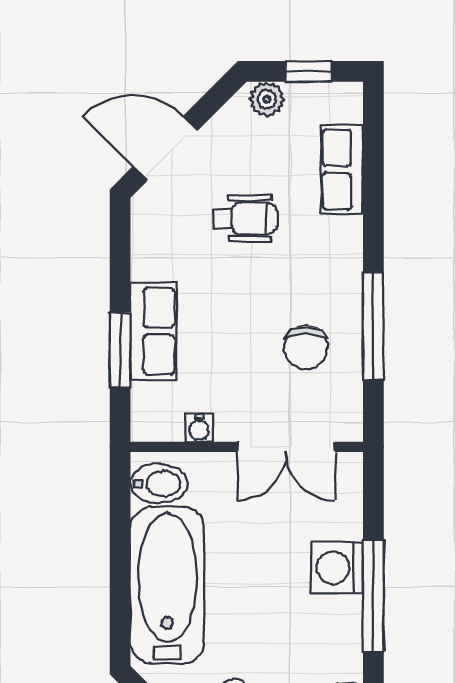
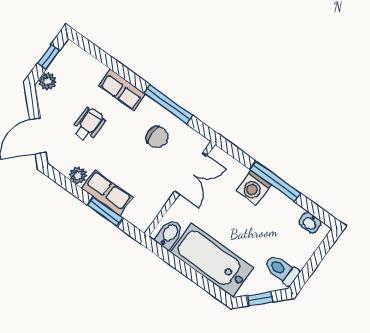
row of seats: (342, 169) -> (122, 90), moved
plant: (148, 262) -> (78, 175), added
water cooler: (199, 428) -> (159, 202), removed

